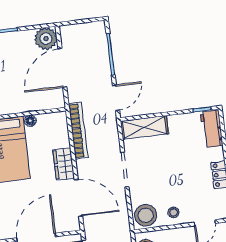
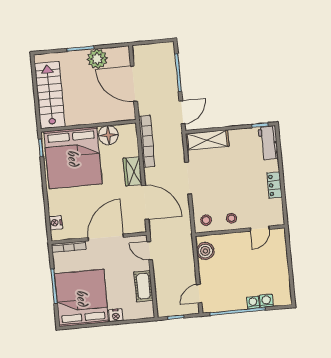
plant: (46, 39) -> (97, 59), moved
door: (62, 68) -> (134, 84), hinge flipped
floor lamp: (30, 121) -> (108, 135), width x1.89, depth x1.89
stool: (146, 215) -> (206, 220), width x0.53, depth x0.53

